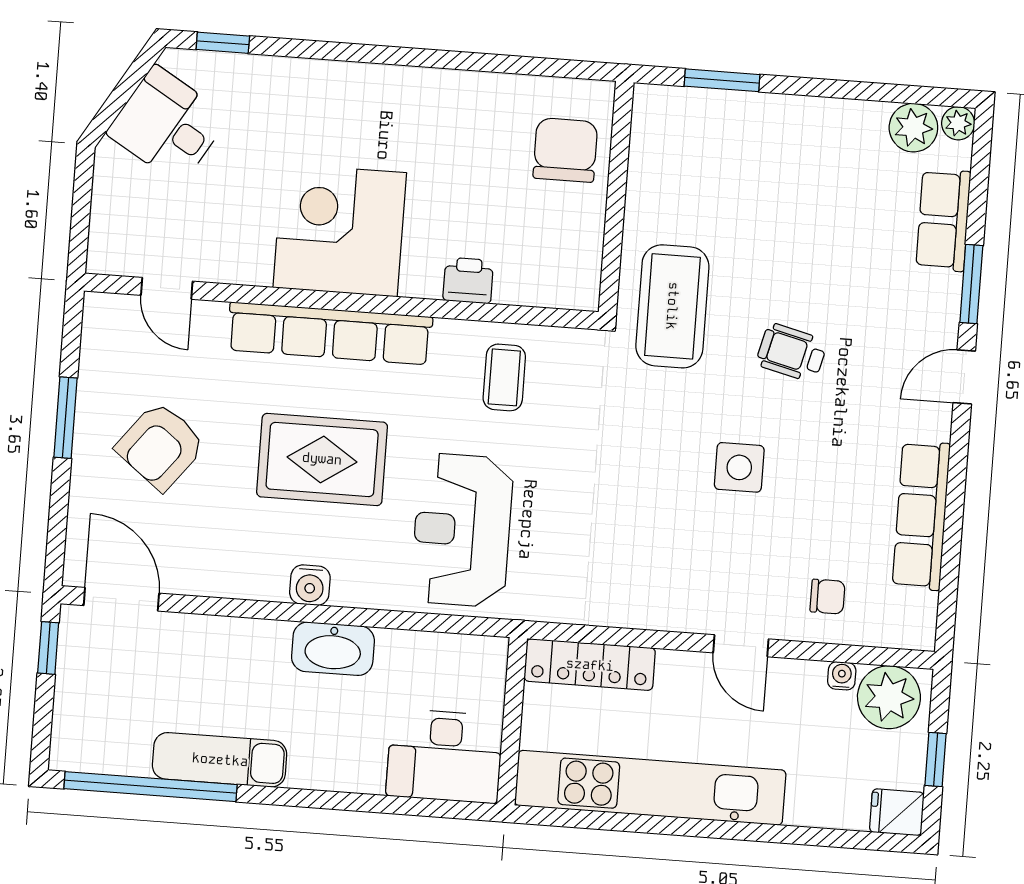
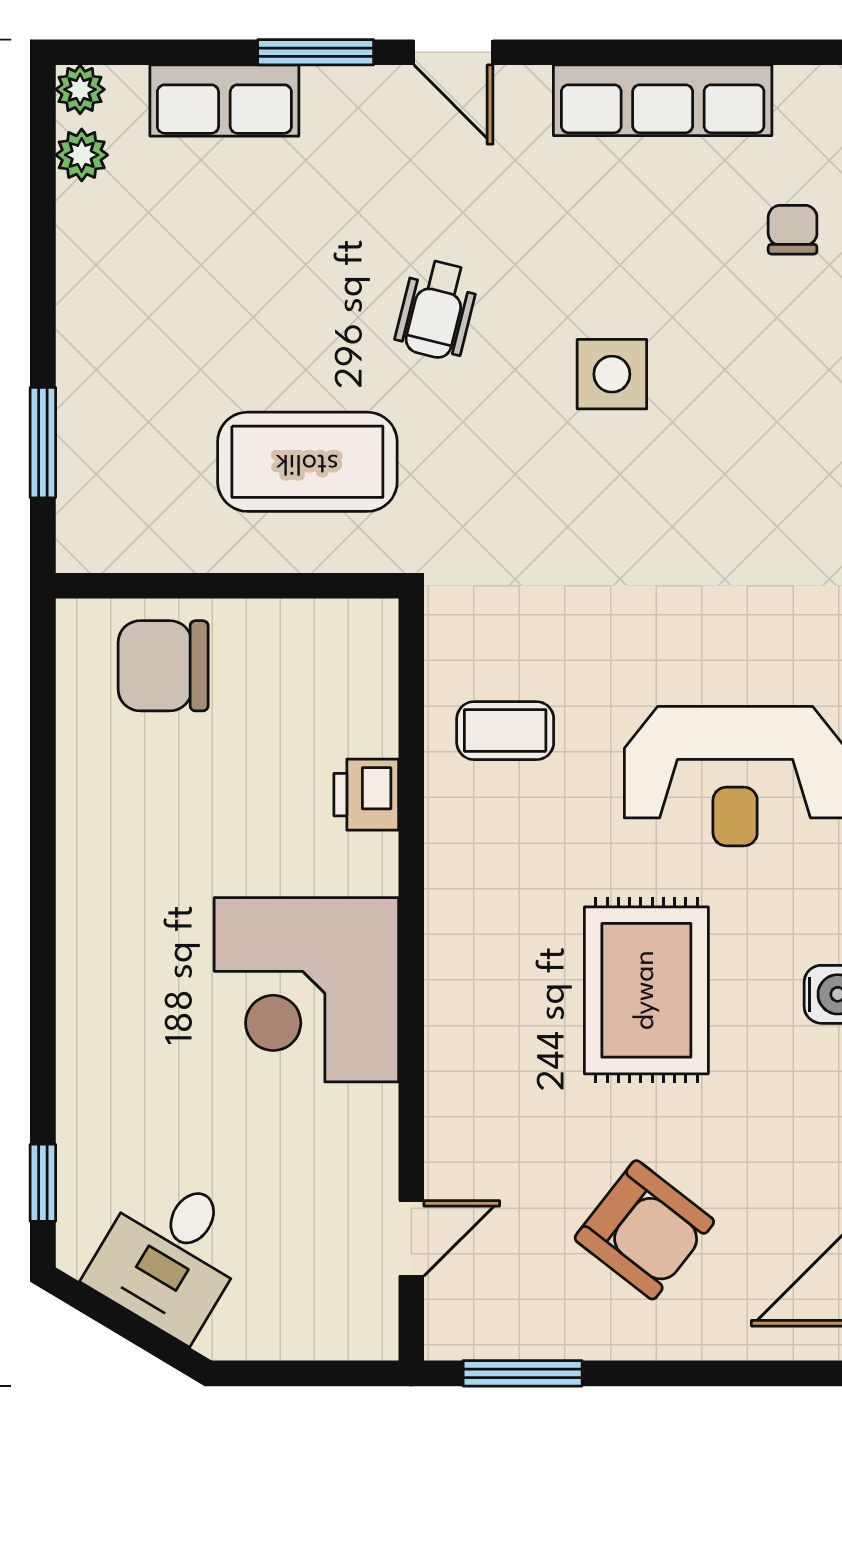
plant: (913, 128) -> (82, 155), width x0.73, depth x0.73
coffee table: (672, 306) -> (307, 462), moved
row of seats: (330, 333) -> (460, 993), removed
window: (66, 418) -> (523, 1373), moved

